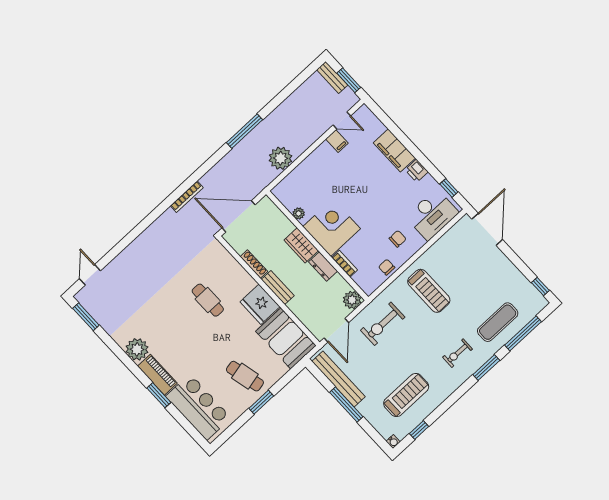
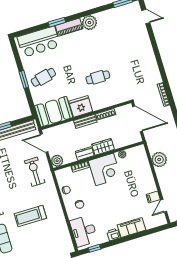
door: (239, 216) -> (138, 119), hinge flipped
treadmill: (429, 291) -> (30, 216), moved

